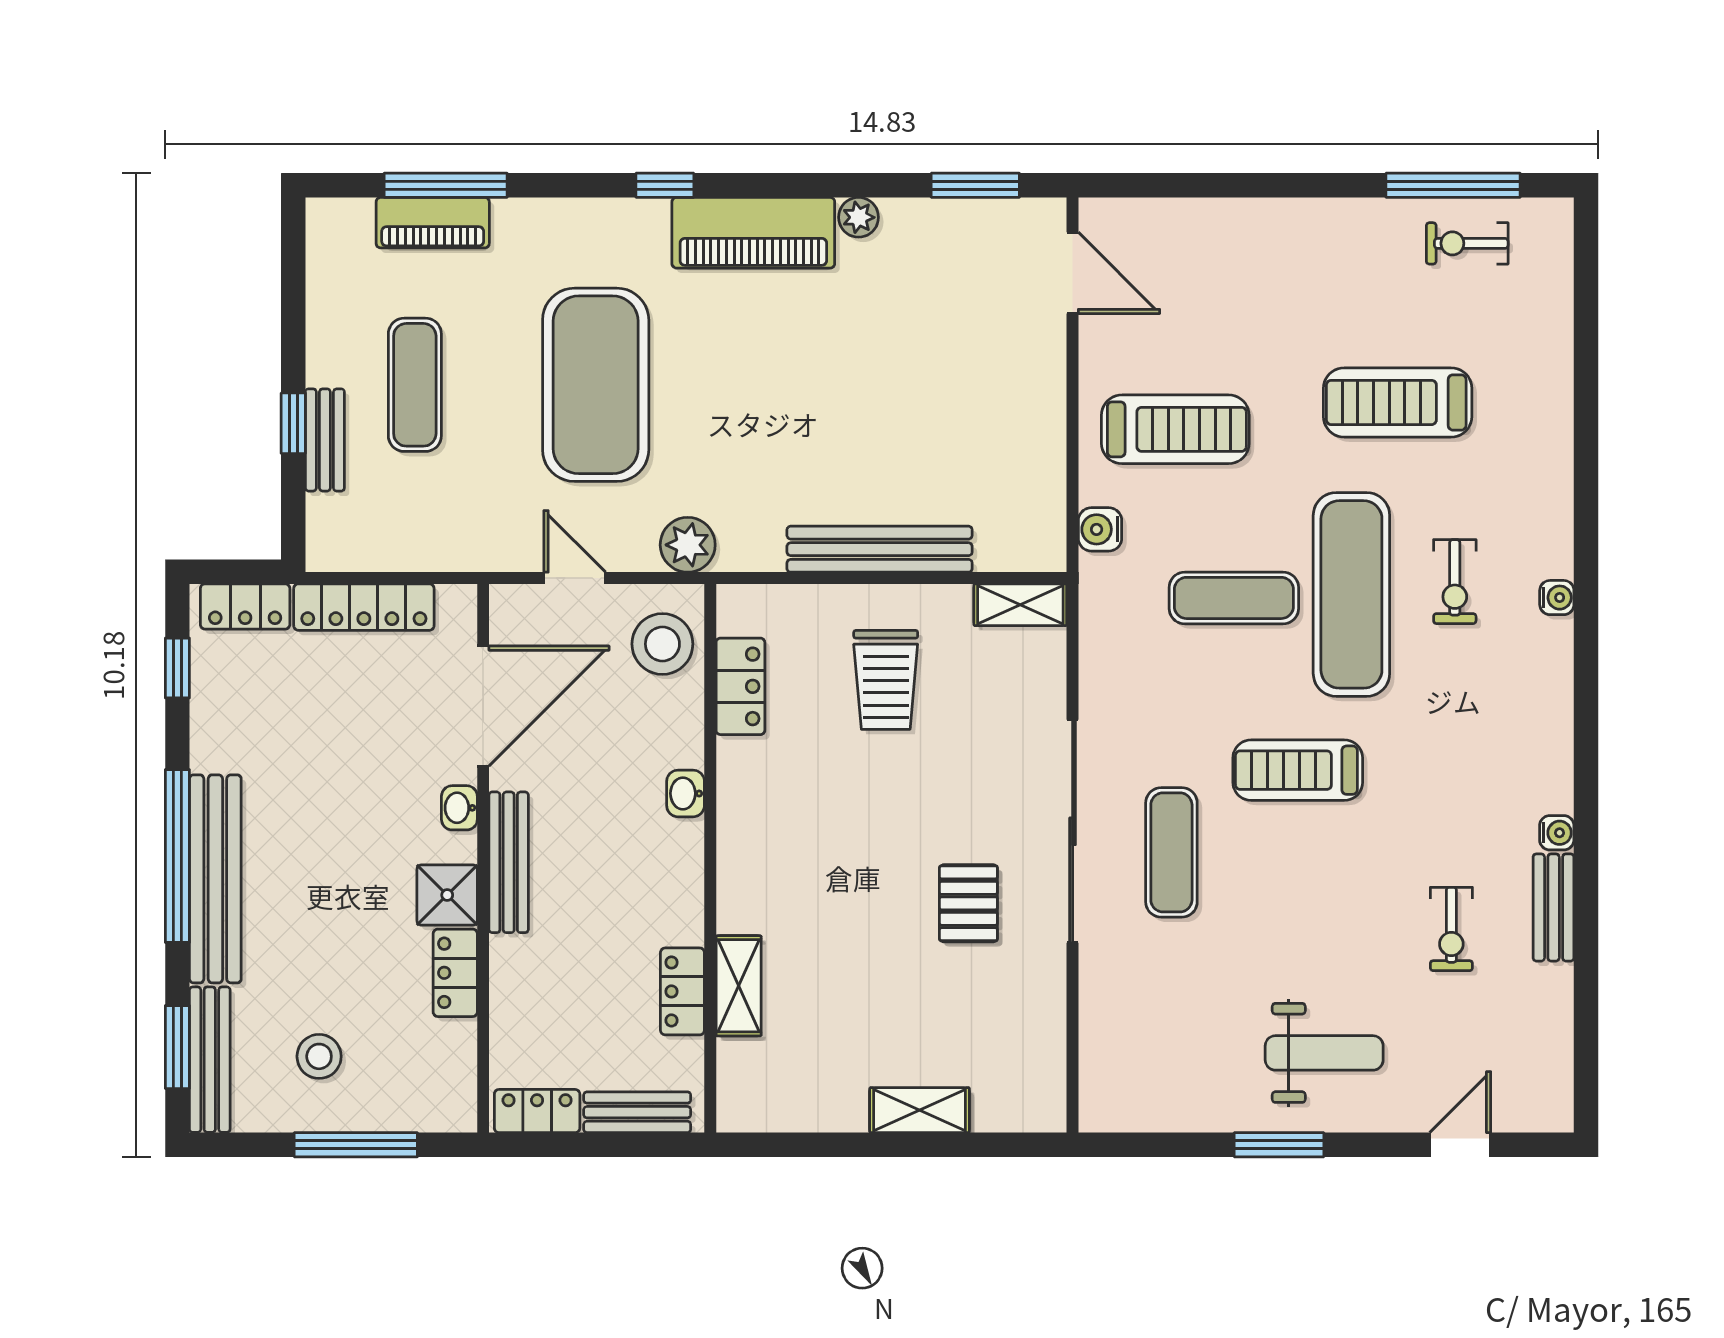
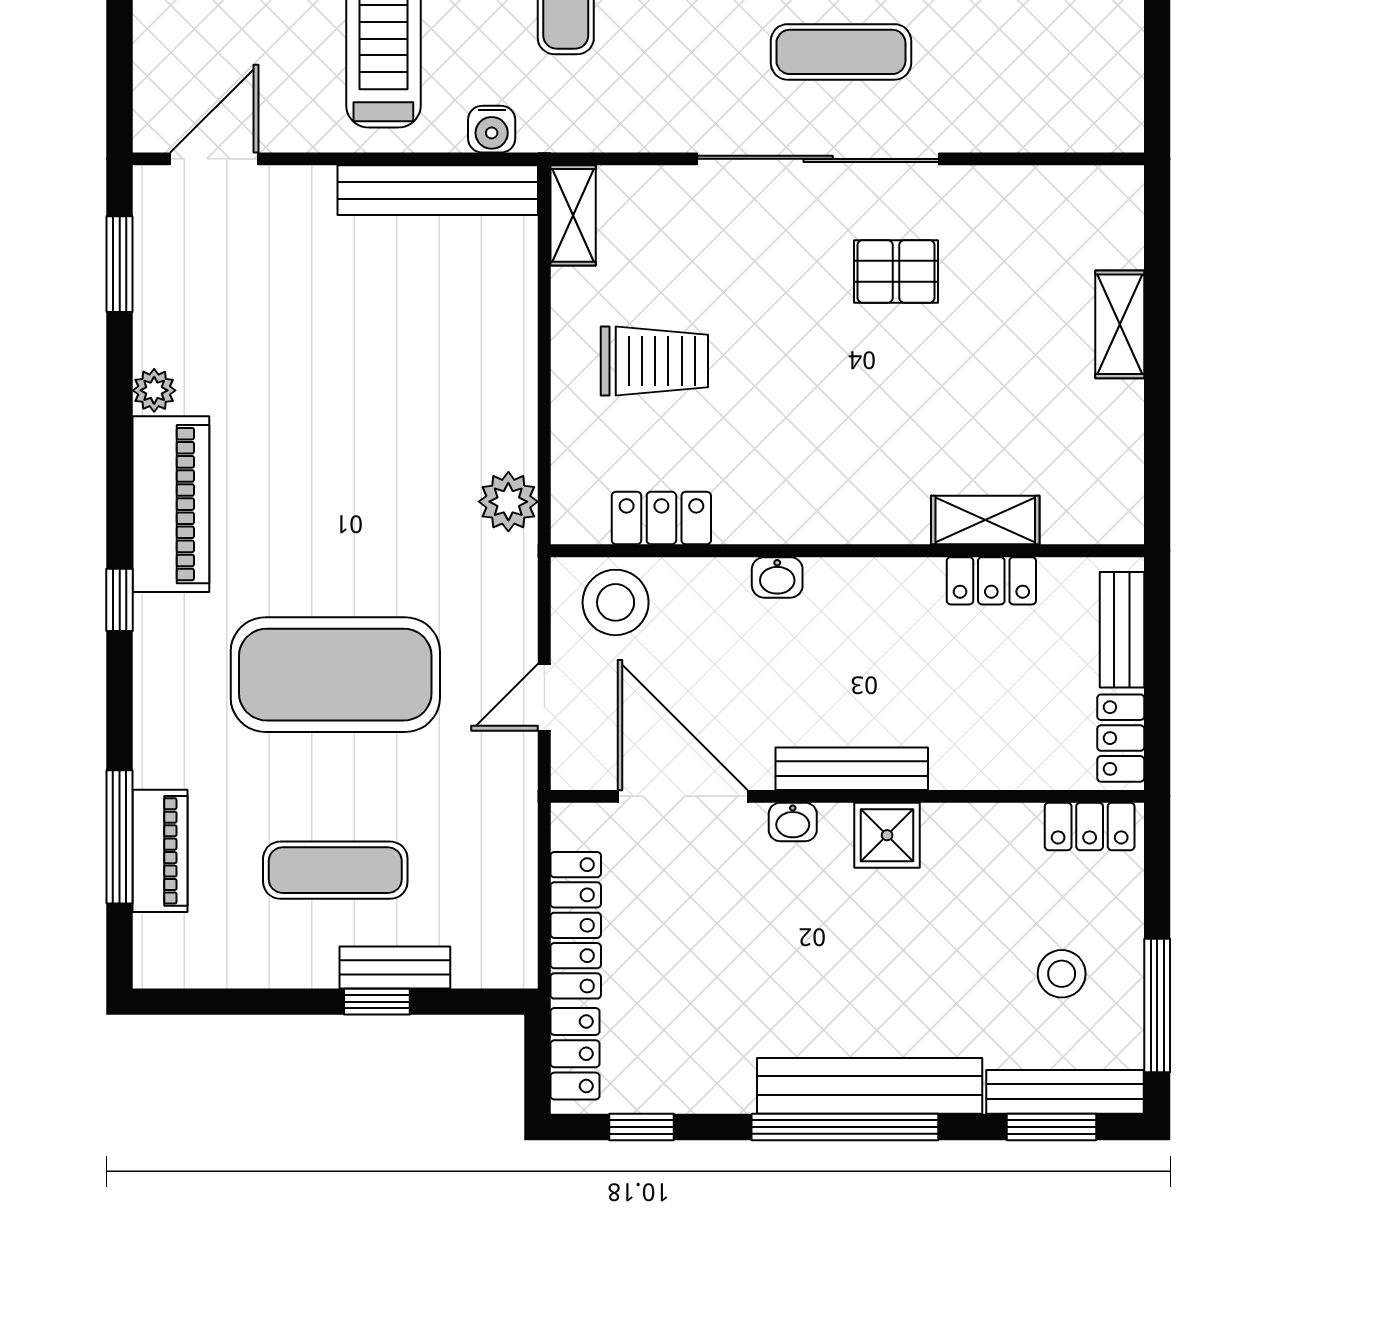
plant: (688, 545) -> (508, 502), moved
bench: (880, 549) -> (438, 190), moved, turned 90
locker: (455, 973) -> (1090, 826), moved
window: (356, 1145) -> (1157, 1005), moved

